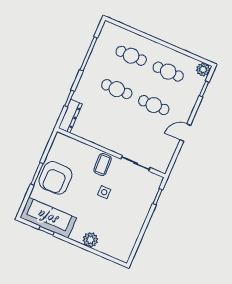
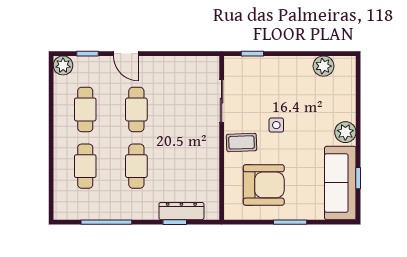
dresser: (70, 116) -> (181, 211), moved
door: (185, 133) -> (126, 54), moved
armchair: (55, 178) -> (264, 185), moved
plant: (90, 240) -> (345, 132), moved
plant: (129, 240) -> (324, 66), added

